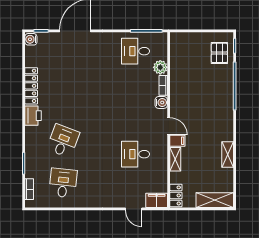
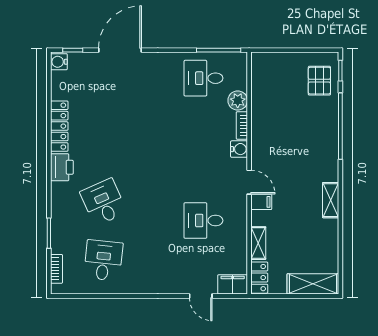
desk: (63, 141) -> (103, 202), turned -45
shelving: (228, 154) -> (331, 200), moved
shelving: (175, 159) -> (258, 243), moved

